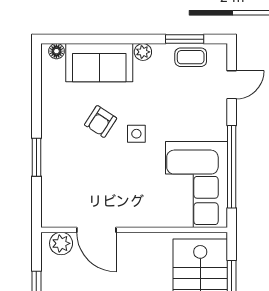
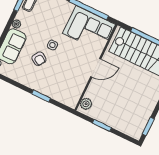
door: (96, 230) -> (96, 68), moved

